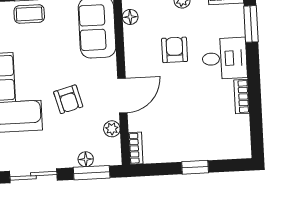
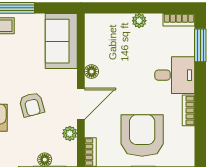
floor lamp: (130, 17) -> (92, 72), moved
armchair: (175, 50) -> (142, 136), moved, width x1.88, depth x1.88

